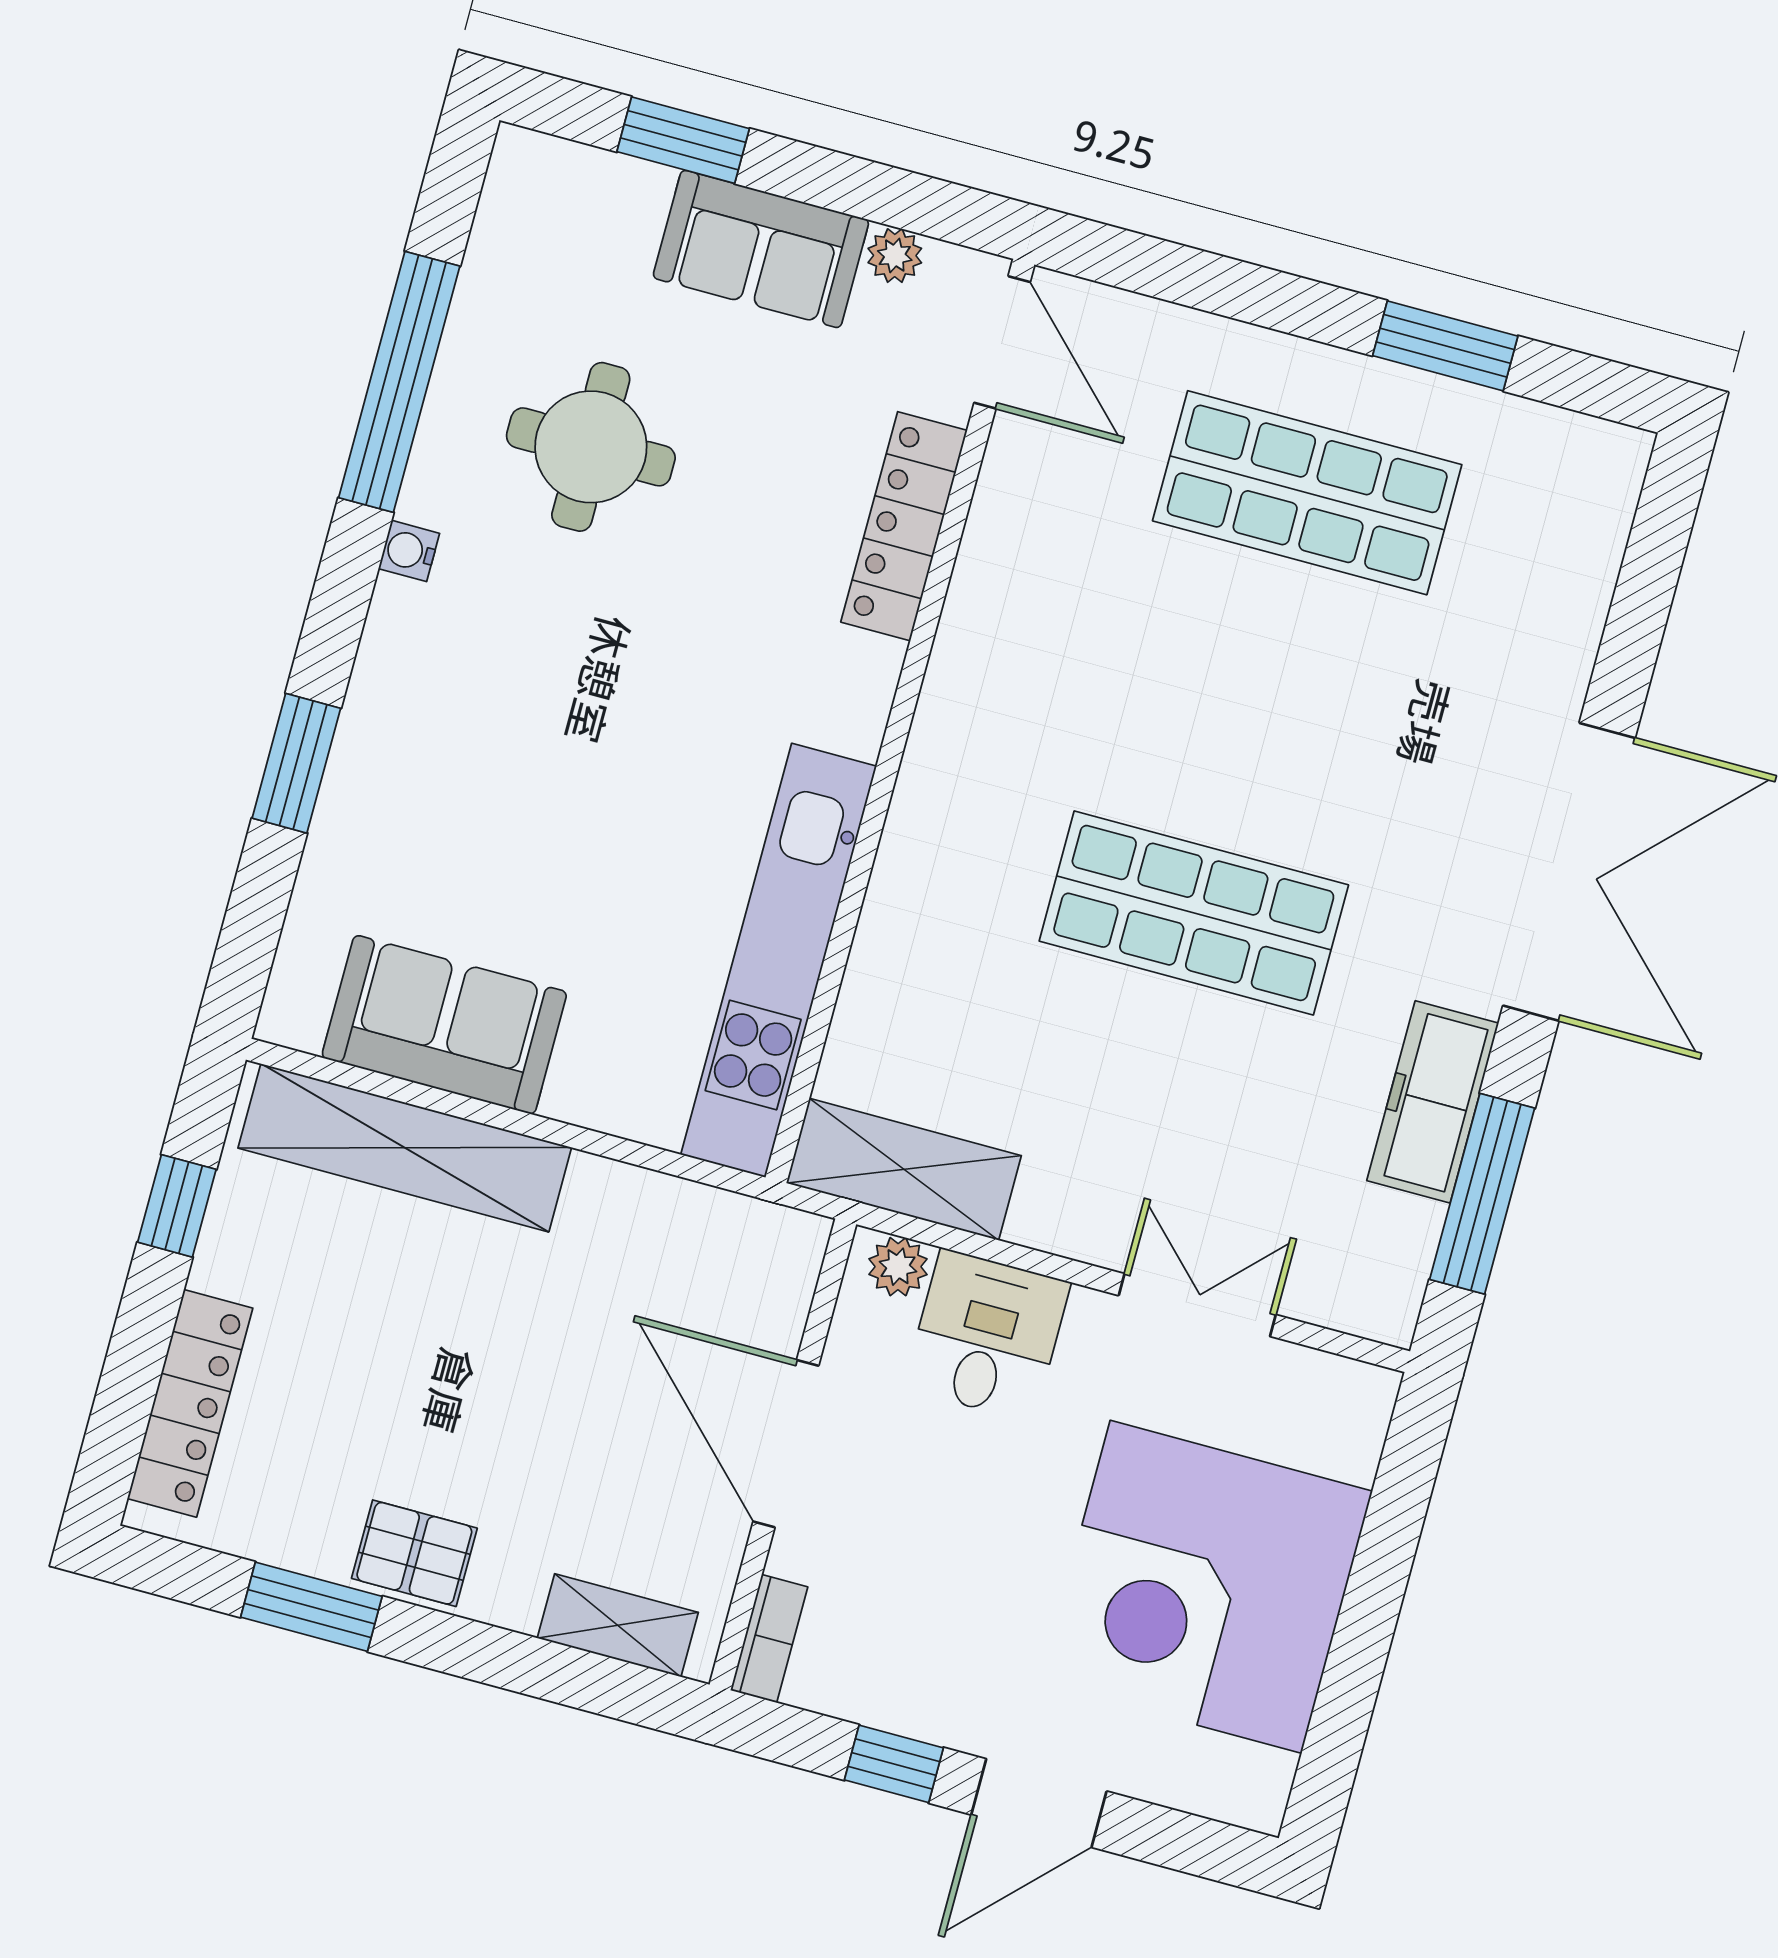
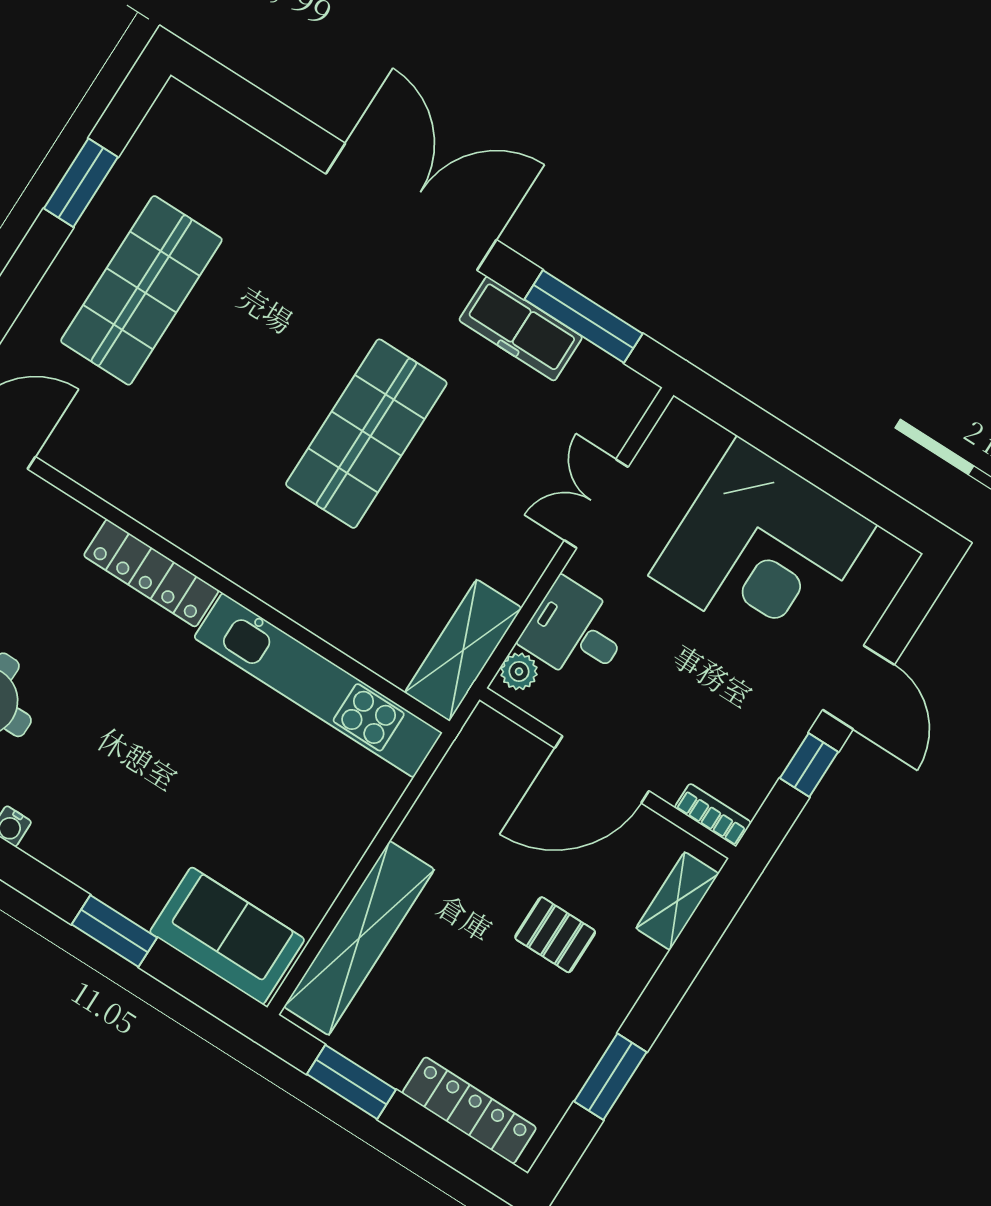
locker: (904, 526) -> (151, 573), moved
sofa: (444, 1025) -> (227, 936), moved, turned 90
window: (177, 1206) -> (351, 1082), width x1.50
pallet: (414, 1553) -> (555, 935), moved, turned 90

